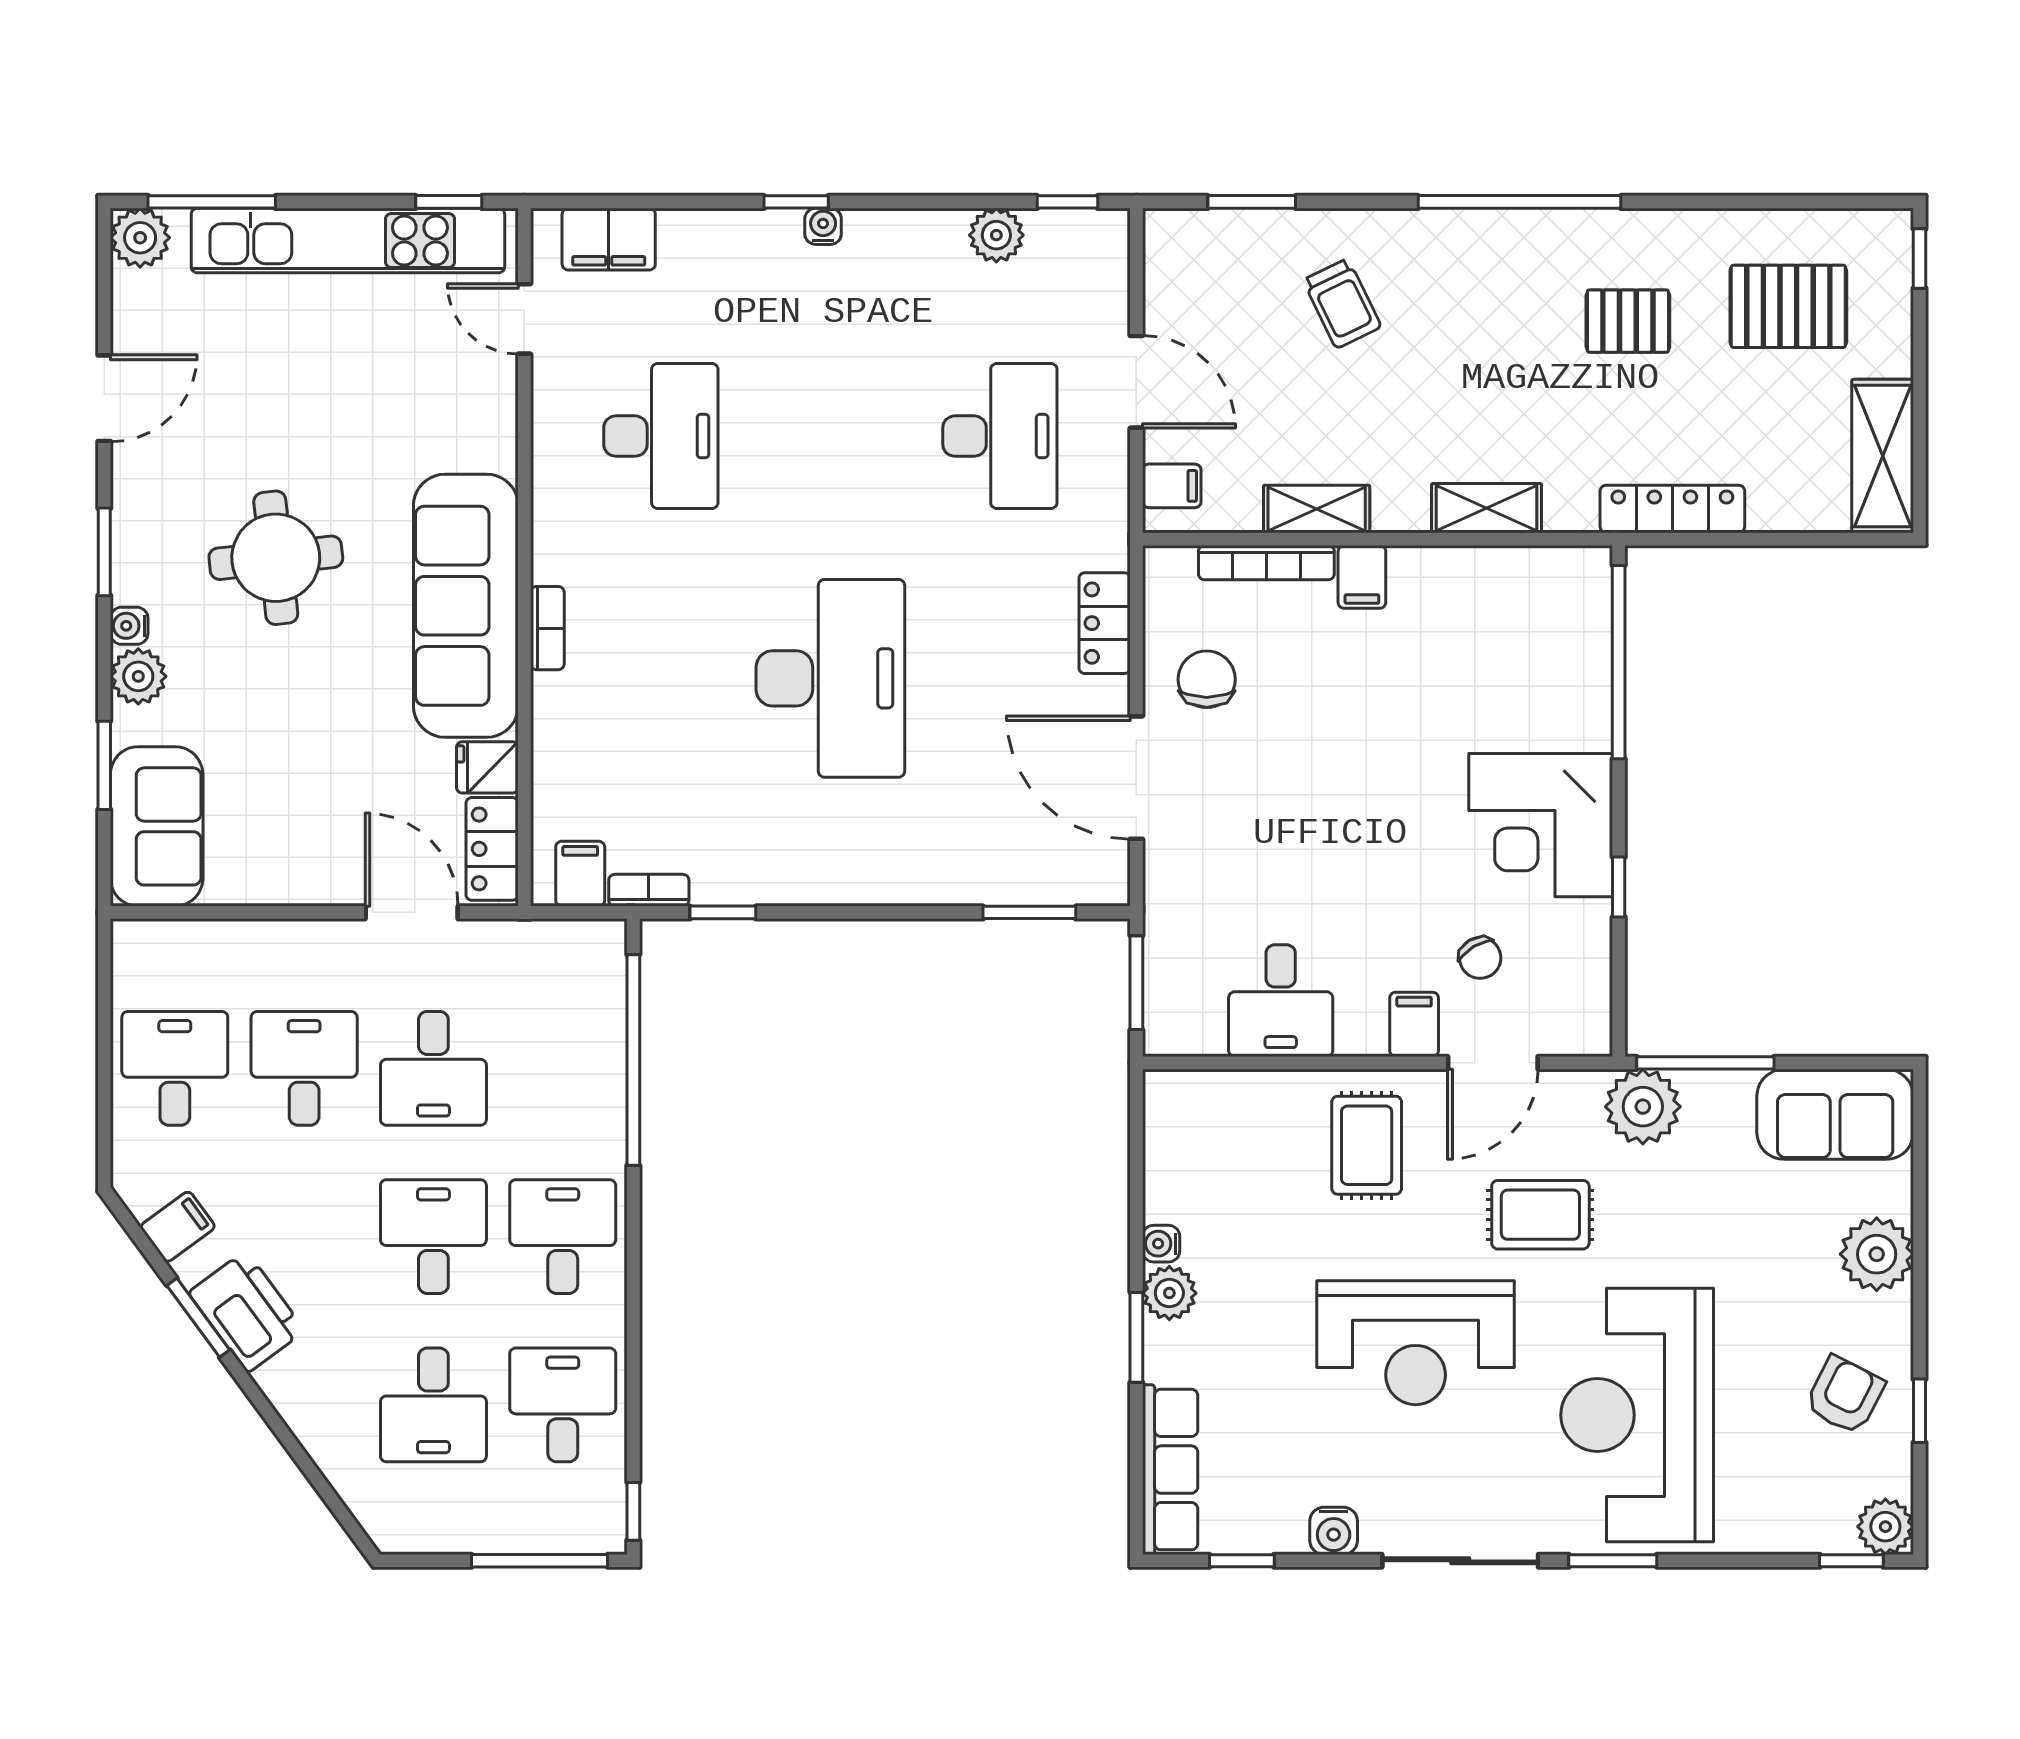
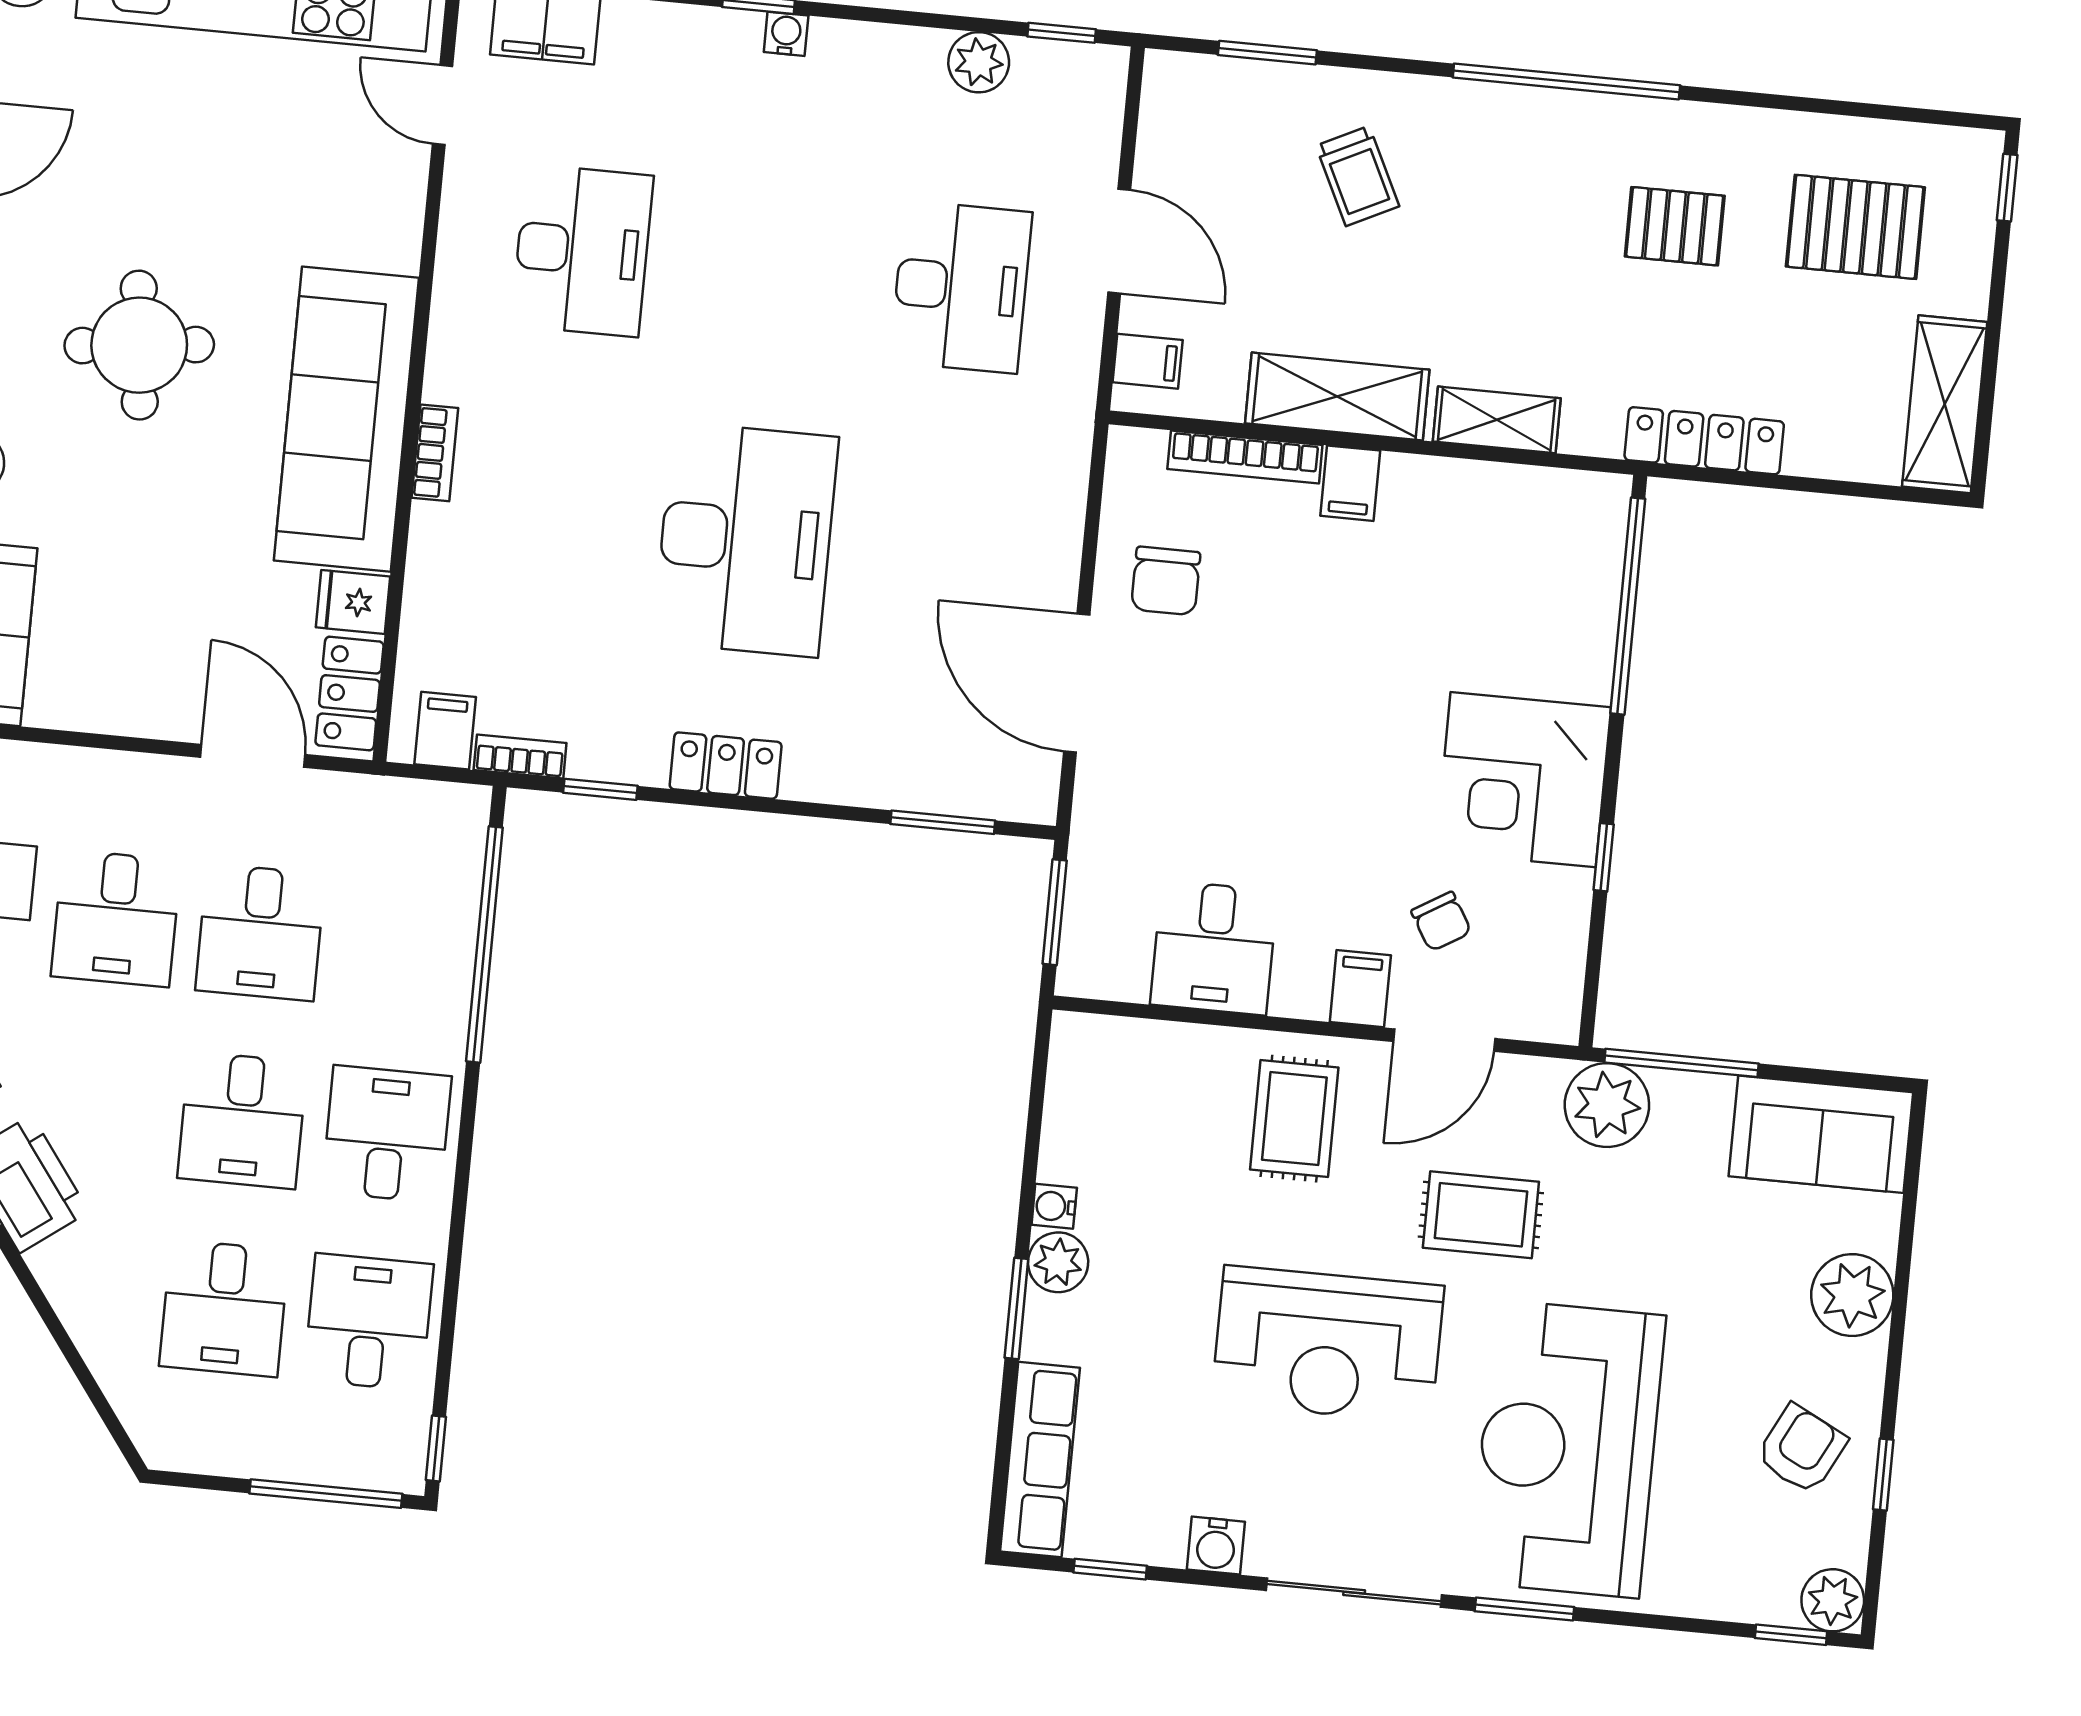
shelving: (1317, 509) -> (1337, 396), width x1.50, depth x1.33
locker: (1105, 623) -> (726, 766), moved, turned 90
chair: (1207, 679) -> (1166, 581), turned 180
desk: (304, 1068) -> (116, 918), turned 180
desk: (433, 1237) -> (242, 1120), turned 180

